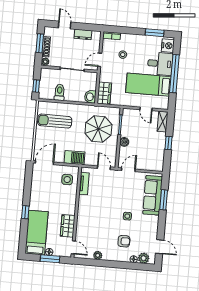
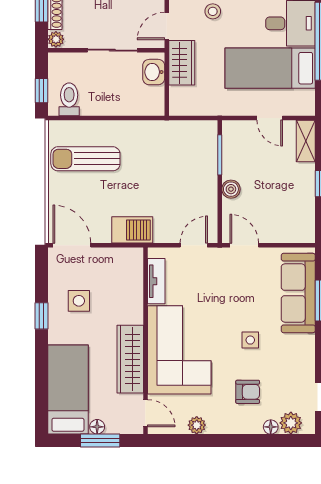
toilet: (60, 92) -> (69, 99), moved
wardrobe: (104, 93) -> (182, 63), moved
washbasin: (90, 97) -> (154, 72), moved
parasol: (98, 129) -> (176, 167), removed
door: (44, 163) -> (72, 245), hinge flipped
door: (104, 168) -> (194, 245), hinge flipped
door: (128, 170) -> (244, 245), hinge flipped
side table: (67, 180) -> (79, 301), moved
window: (25, 212) -> (41, 316), moved
corner sofa: (92, 218) -> (179, 350), added
wardrobe: (68, 226) -> (130, 359), width x1.50

